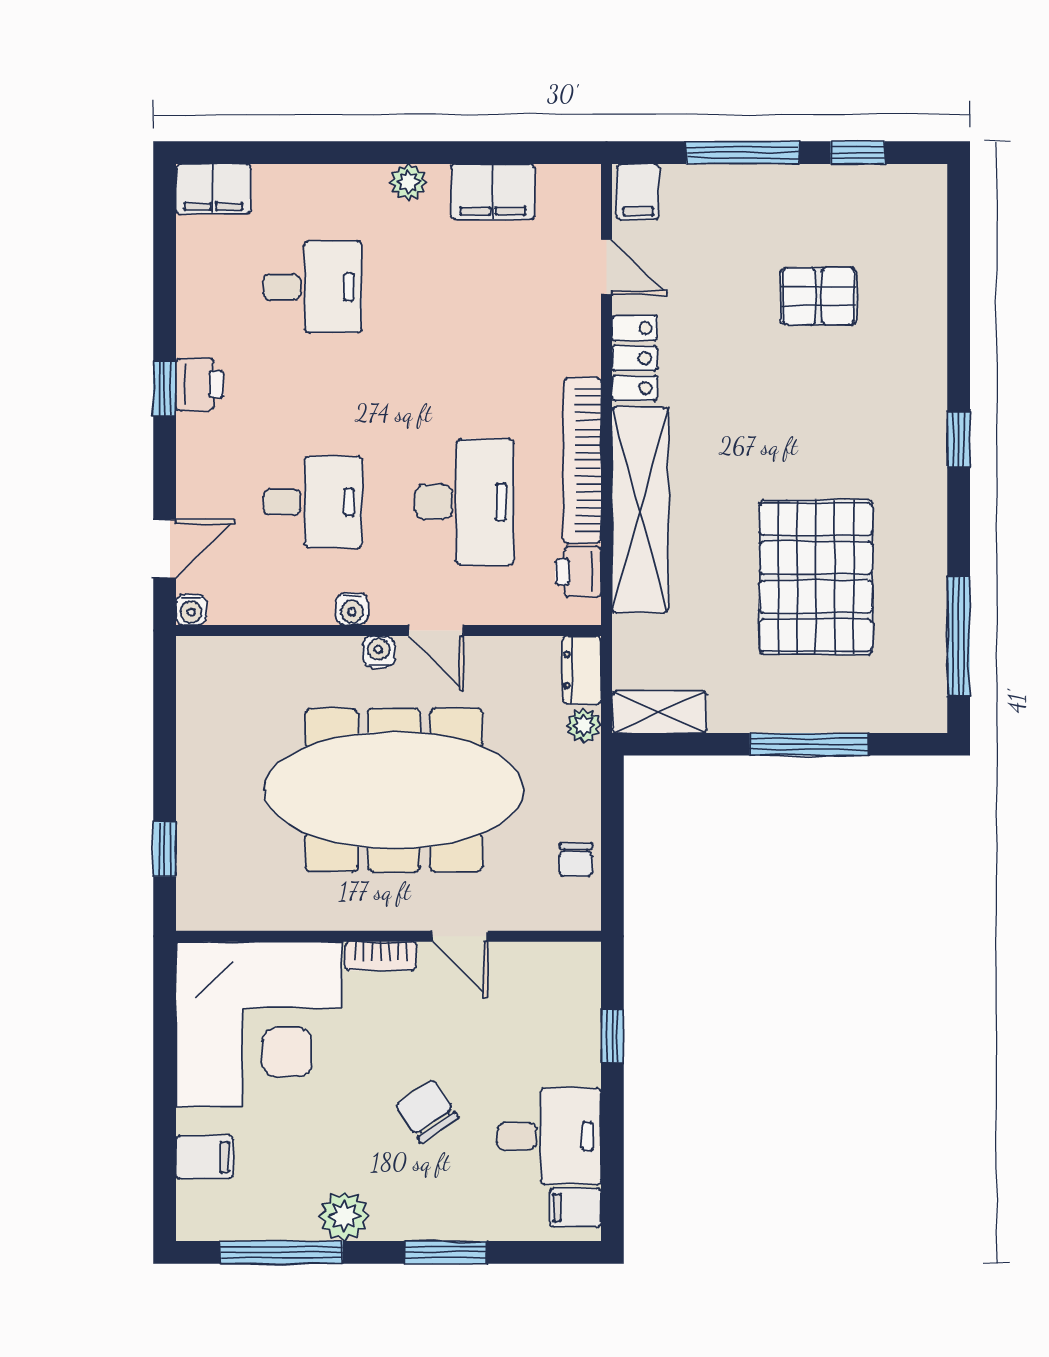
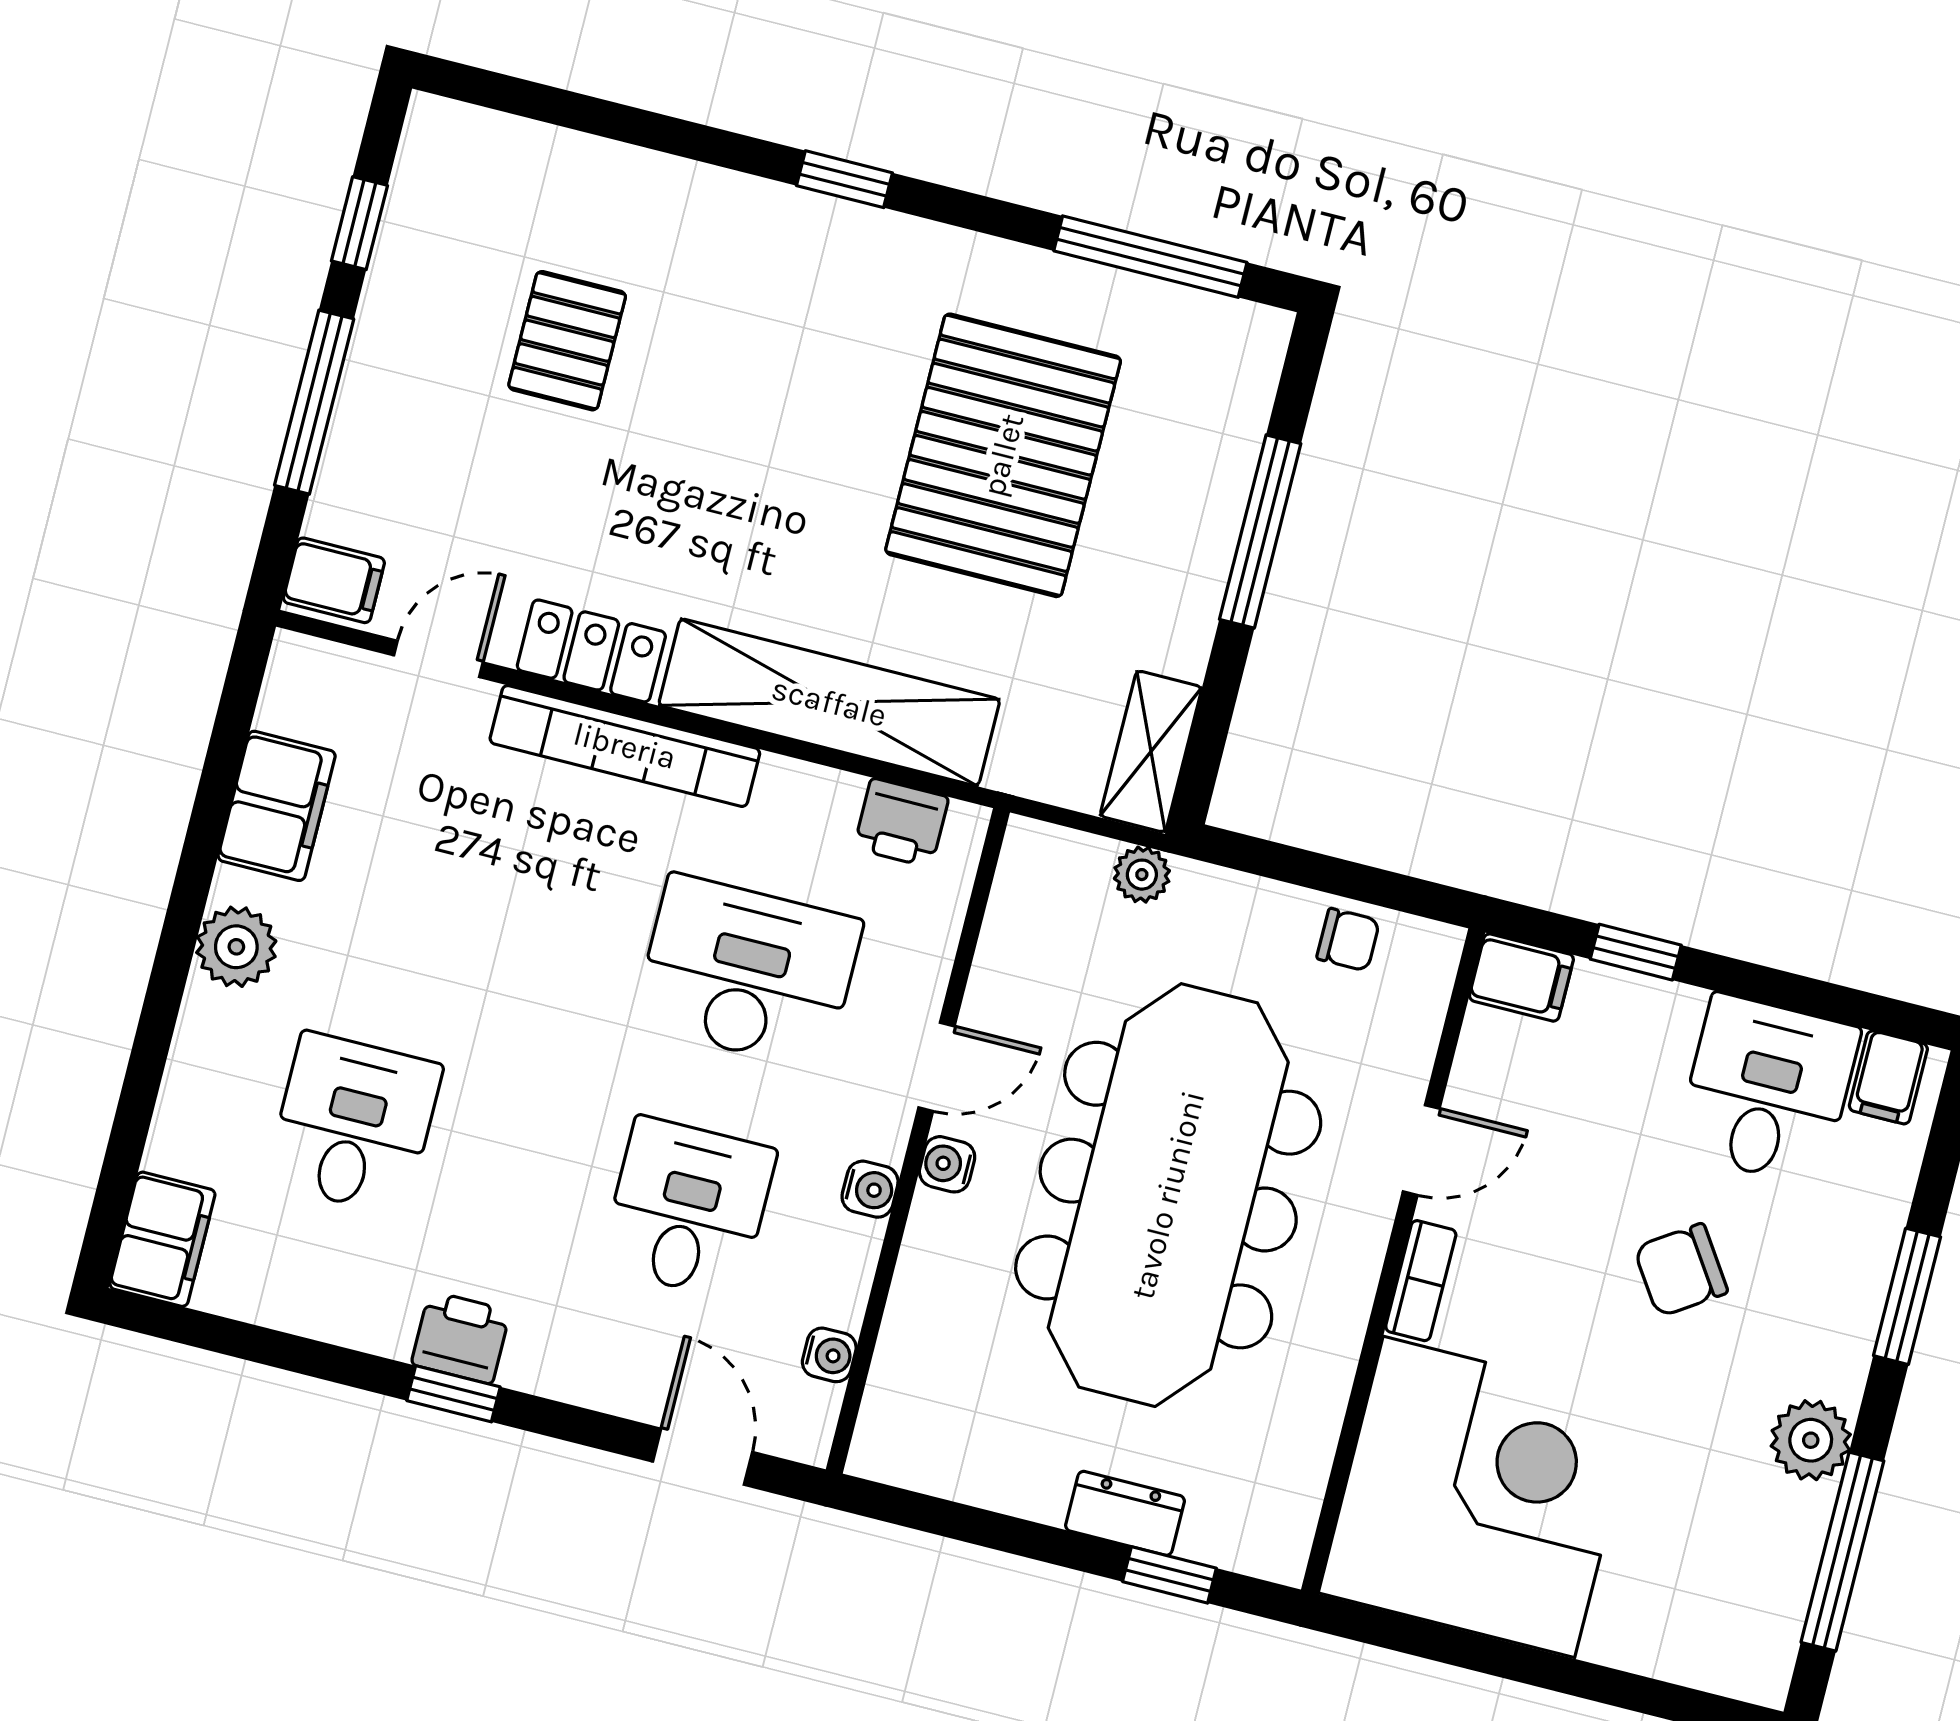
plant: (408, 182) -> (236, 947), width x1.38, depth x1.38
bookcase: (582, 460) -> (625, 746), moved
pallet: (816, 577) -> (1003, 455), turned 90
water cooler: (191, 610) -> (829, 1355), moved
dresser: (582, 670) -> (1125, 1513), moved, turned 180
filing cabinet: (205, 1157) -> (1521, 978), moved, turned 90

